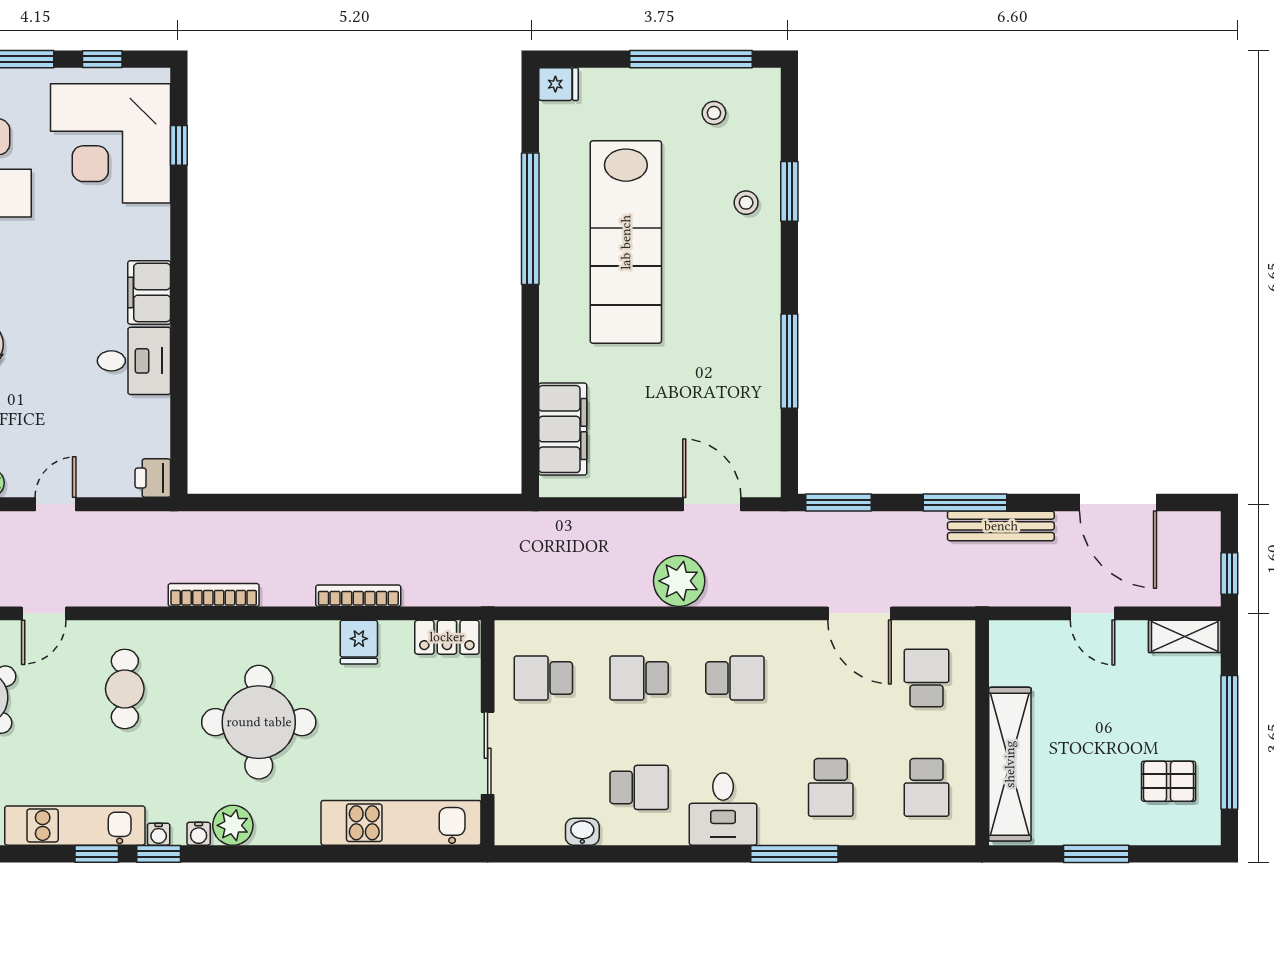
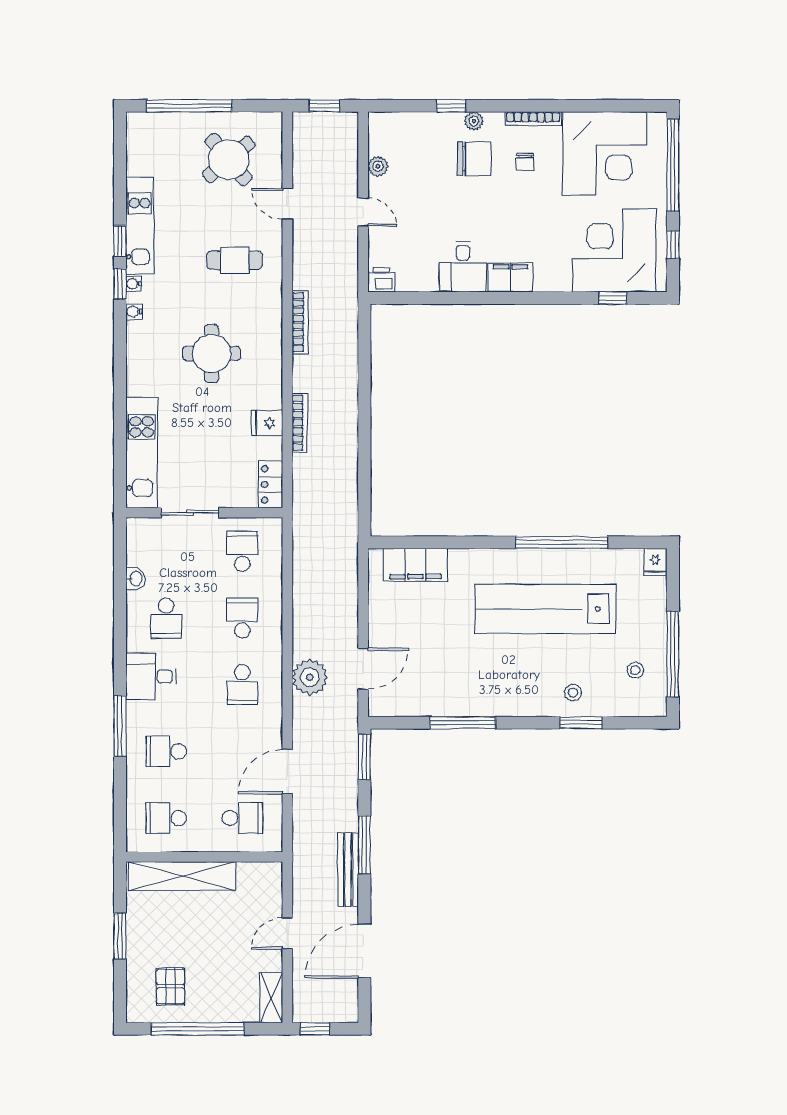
plant: (679, 581) -> (310, 677), moved
round table: (259, 722) -> (212, 353), width x0.73, depth x0.73
plant: (233, 825) -> (140, 335), removed

